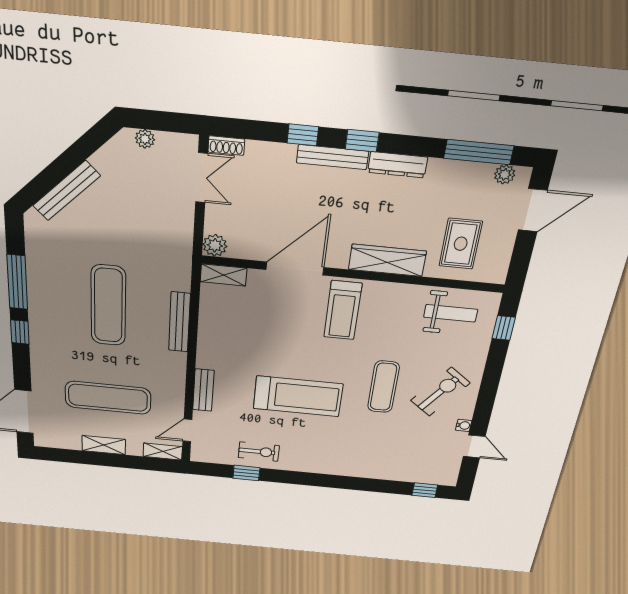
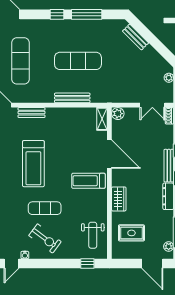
bench: (66, 191) -> (136, 37), width x0.73
wardrobe: (387, 260) -> (119, 199), width x0.67

